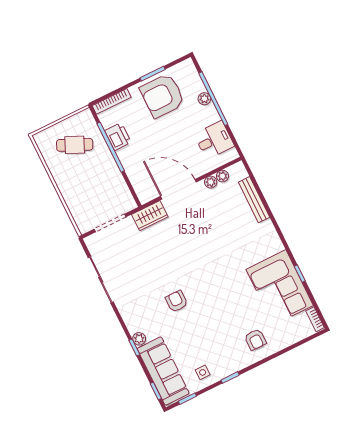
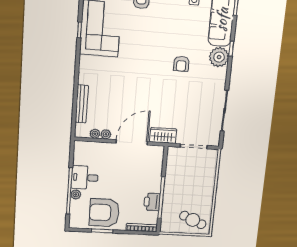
armchair: (162, 96) -> (104, 213), turned 180
desk: (214, 140) -> (85, 178), moved
cafe table: (75, 145) -> (193, 220), moved
door: (178, 189) -> (132, 142), swing flipped
plant: (139, 339) -> (219, 57), width x1.87, depth x1.87

